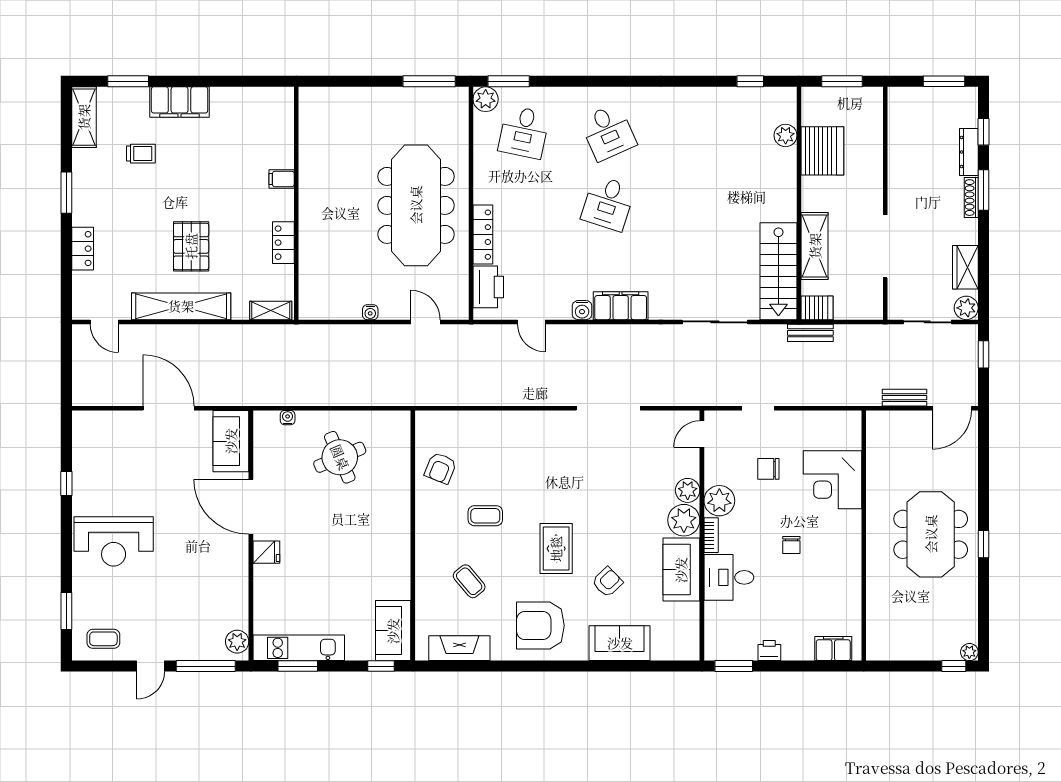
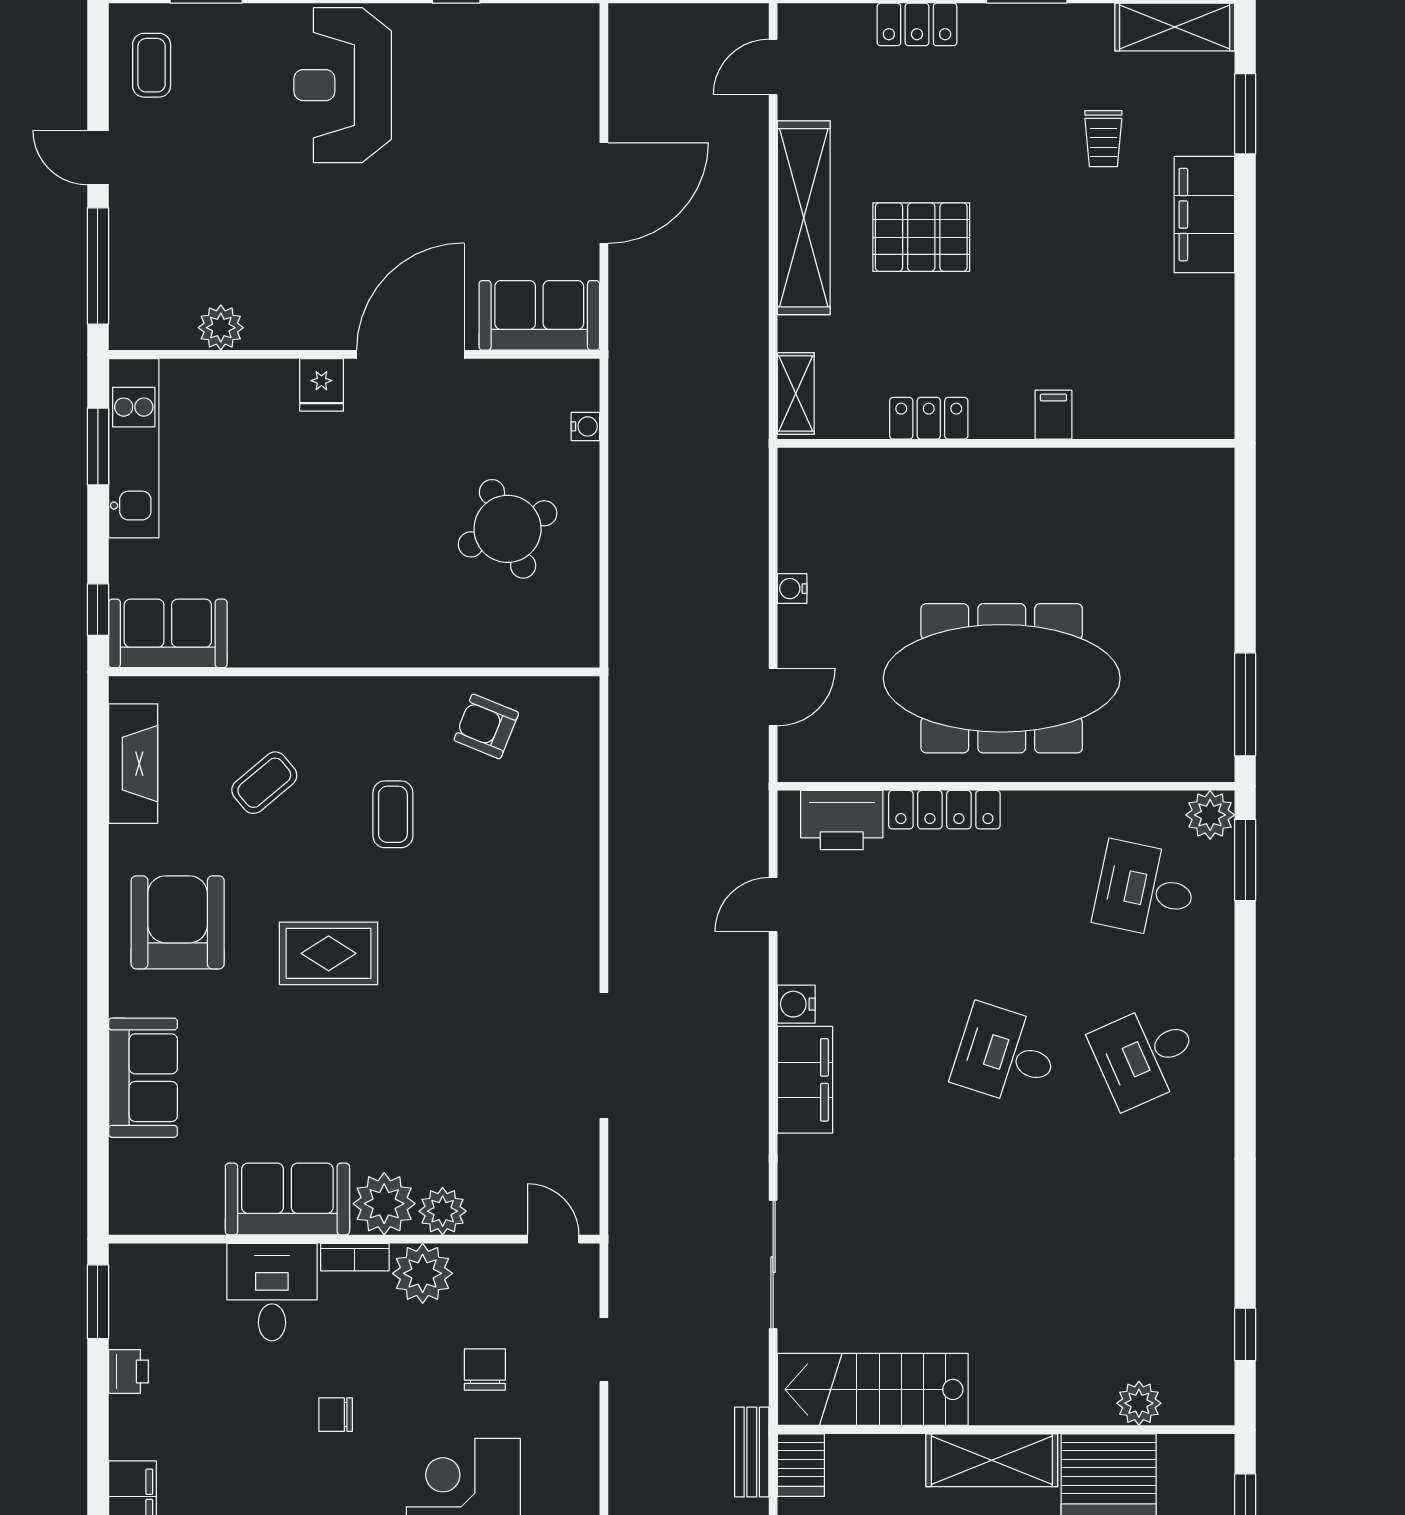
shelving: (815, 246) -> (992, 1460), moved
armchair: (607, 582) -> (263, 1054), removed
plant: (237, 642) -> (221, 328), moved

